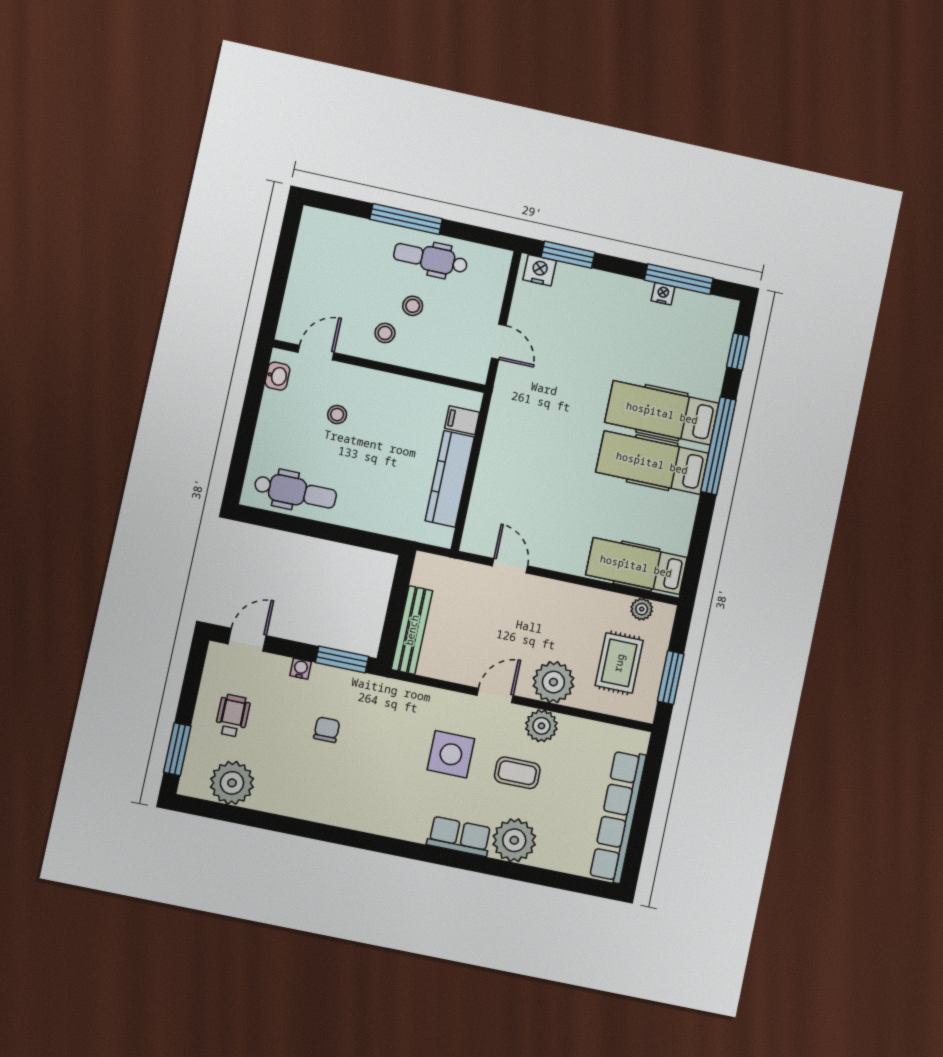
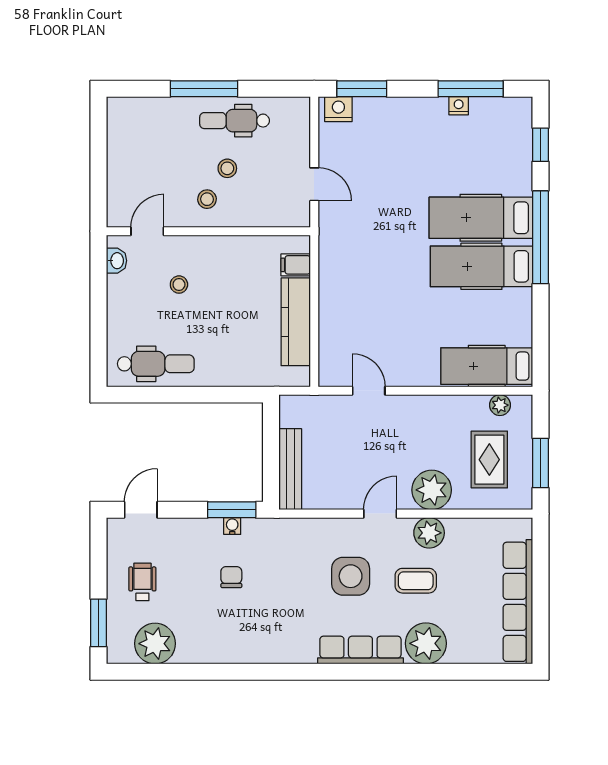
water cooler: (301, 669) -> (232, 526), moved
row of seats: (459, 836) -> (360, 650), width x1.48

